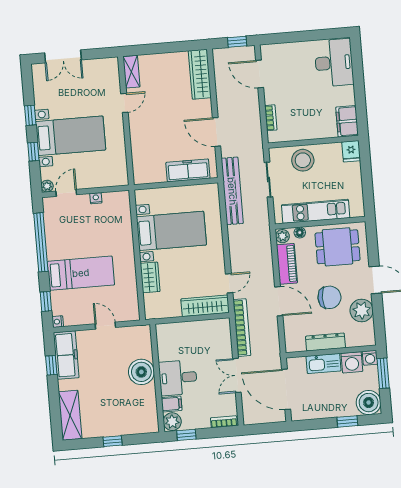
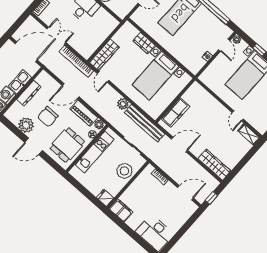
plant: (236, 234) -> (123, 104), added

